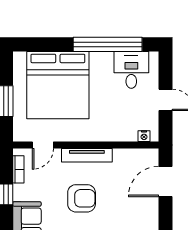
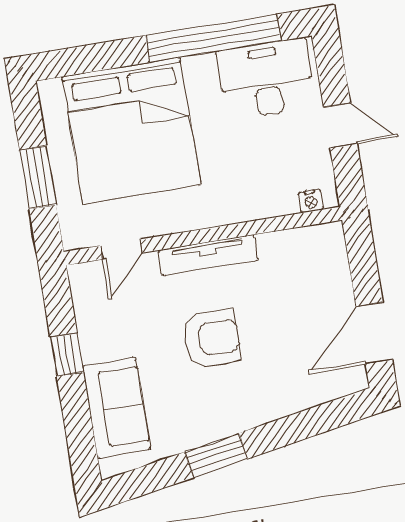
desk: (131, 70) -> (266, 79), width x1.37
bookcase: (18, 169) -> (83, 303), removed
door: (166, 181) -> (374, 333), moved

